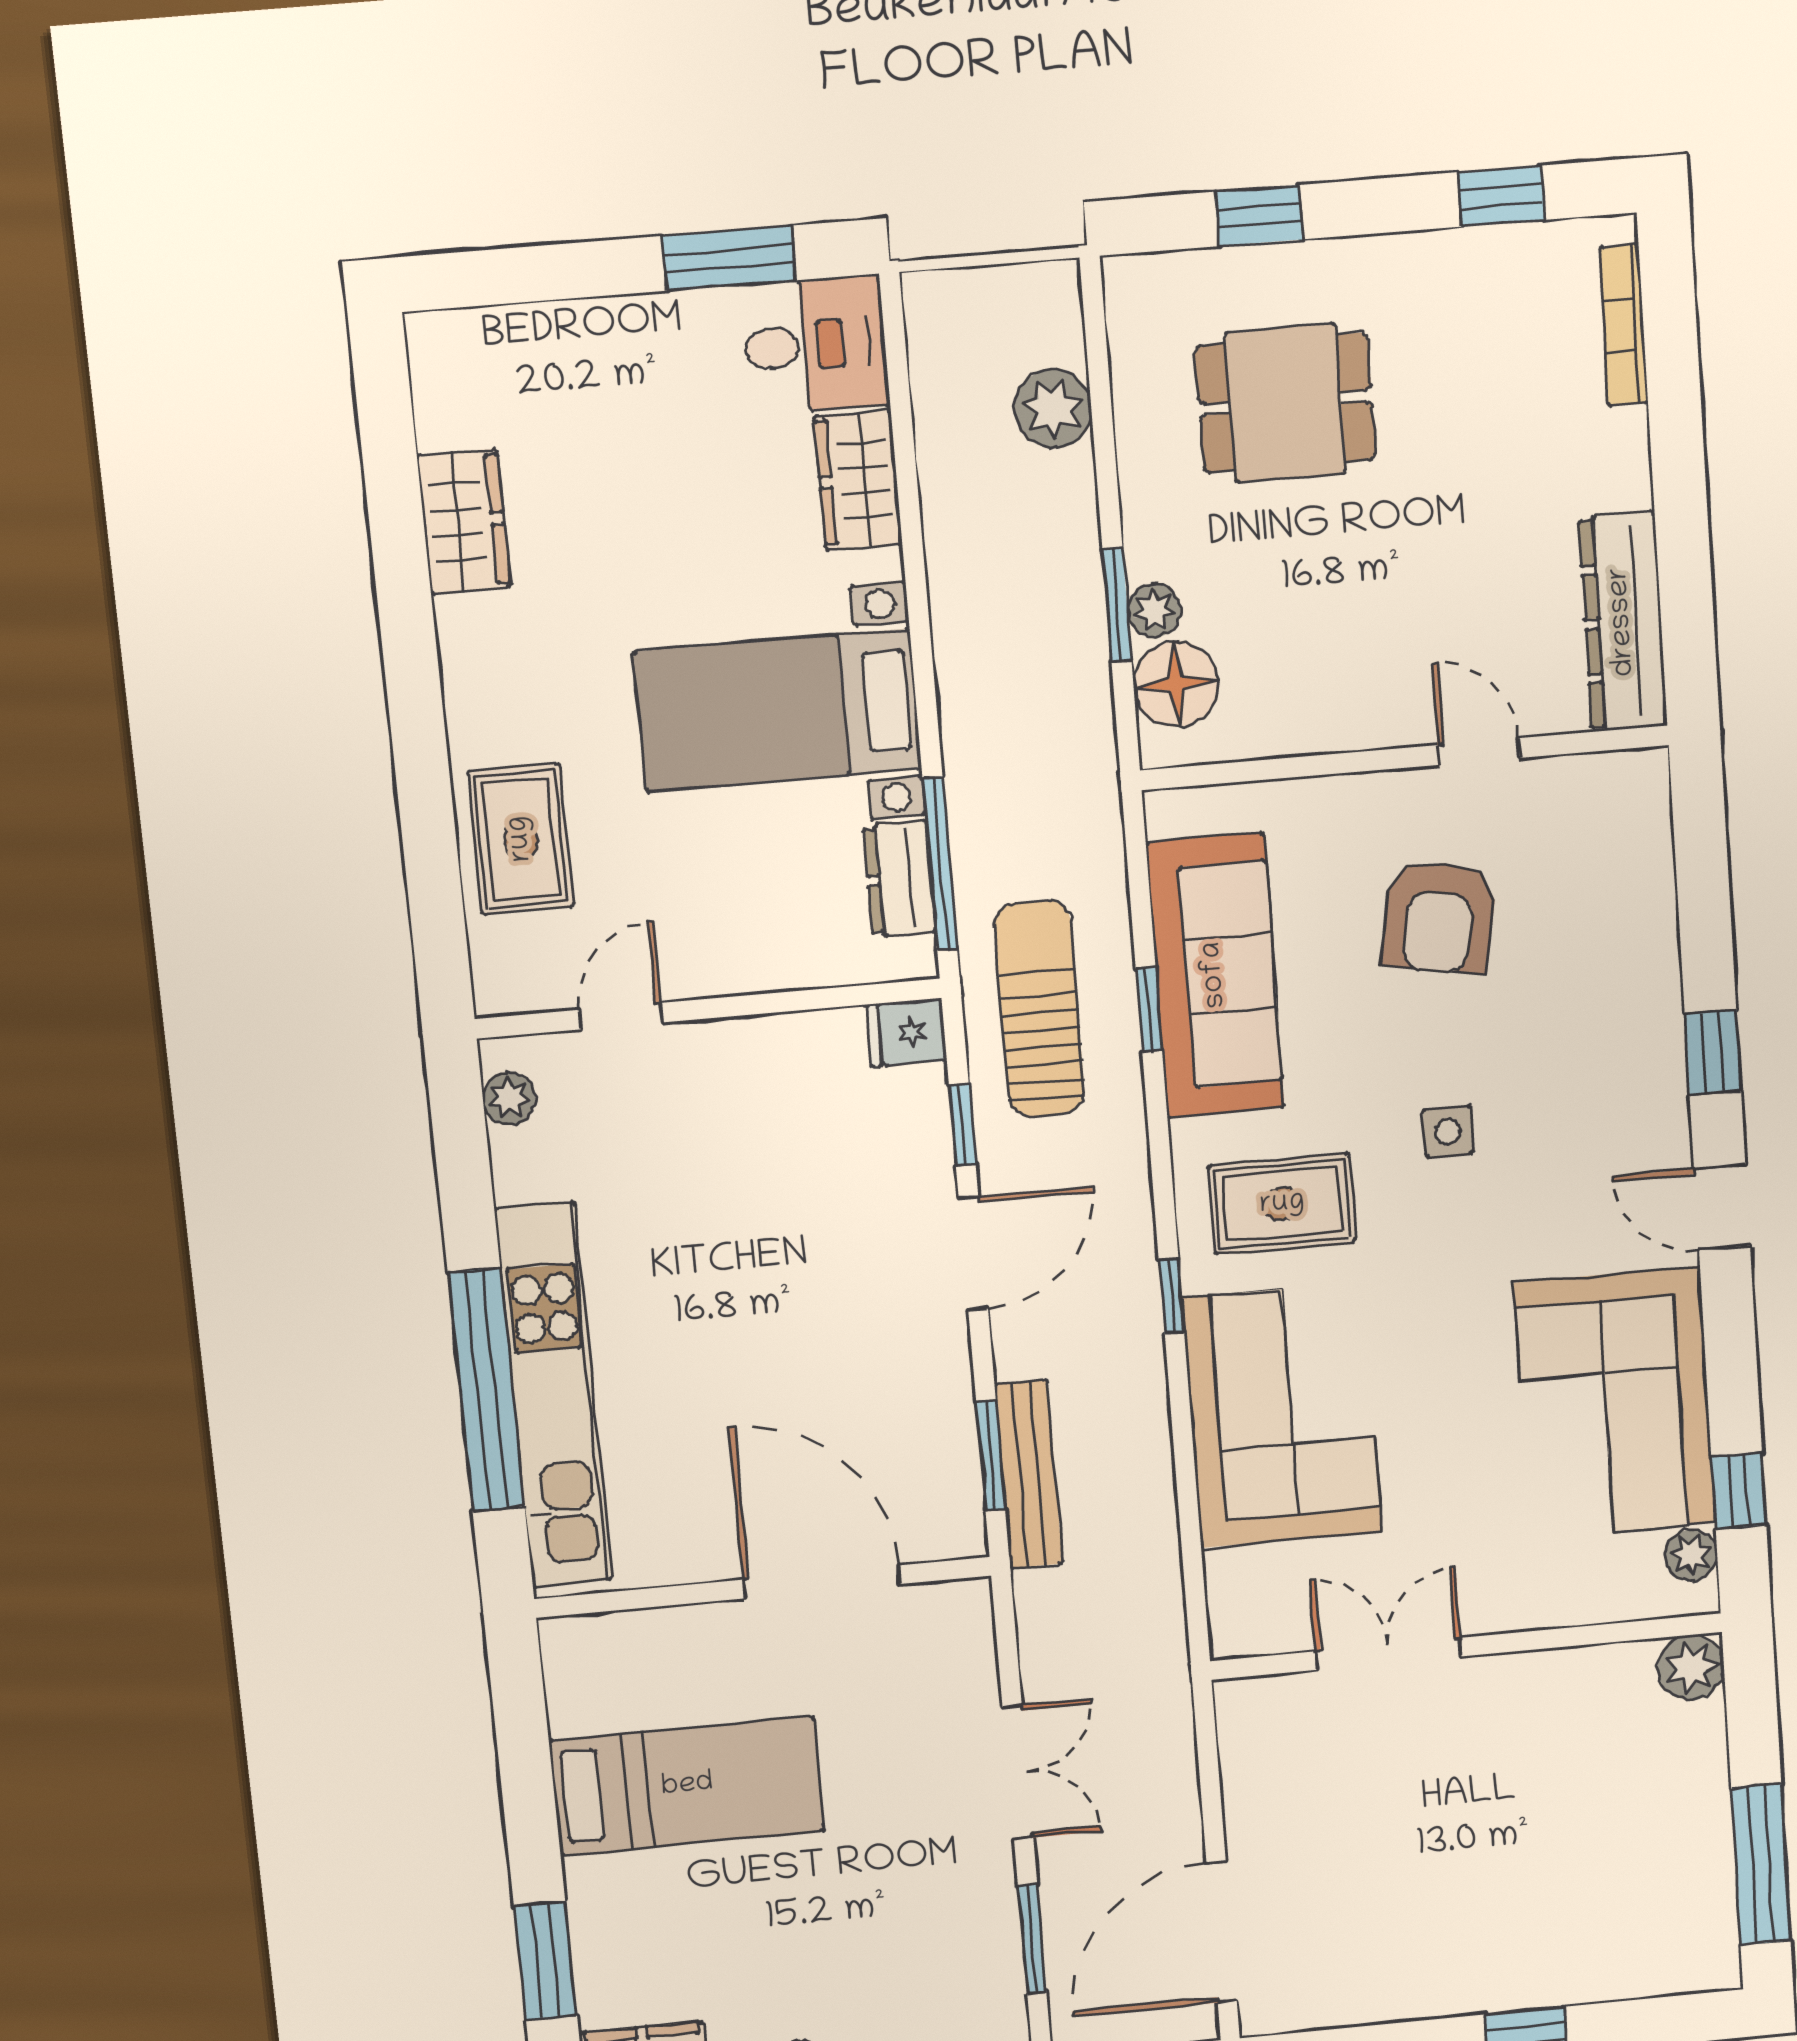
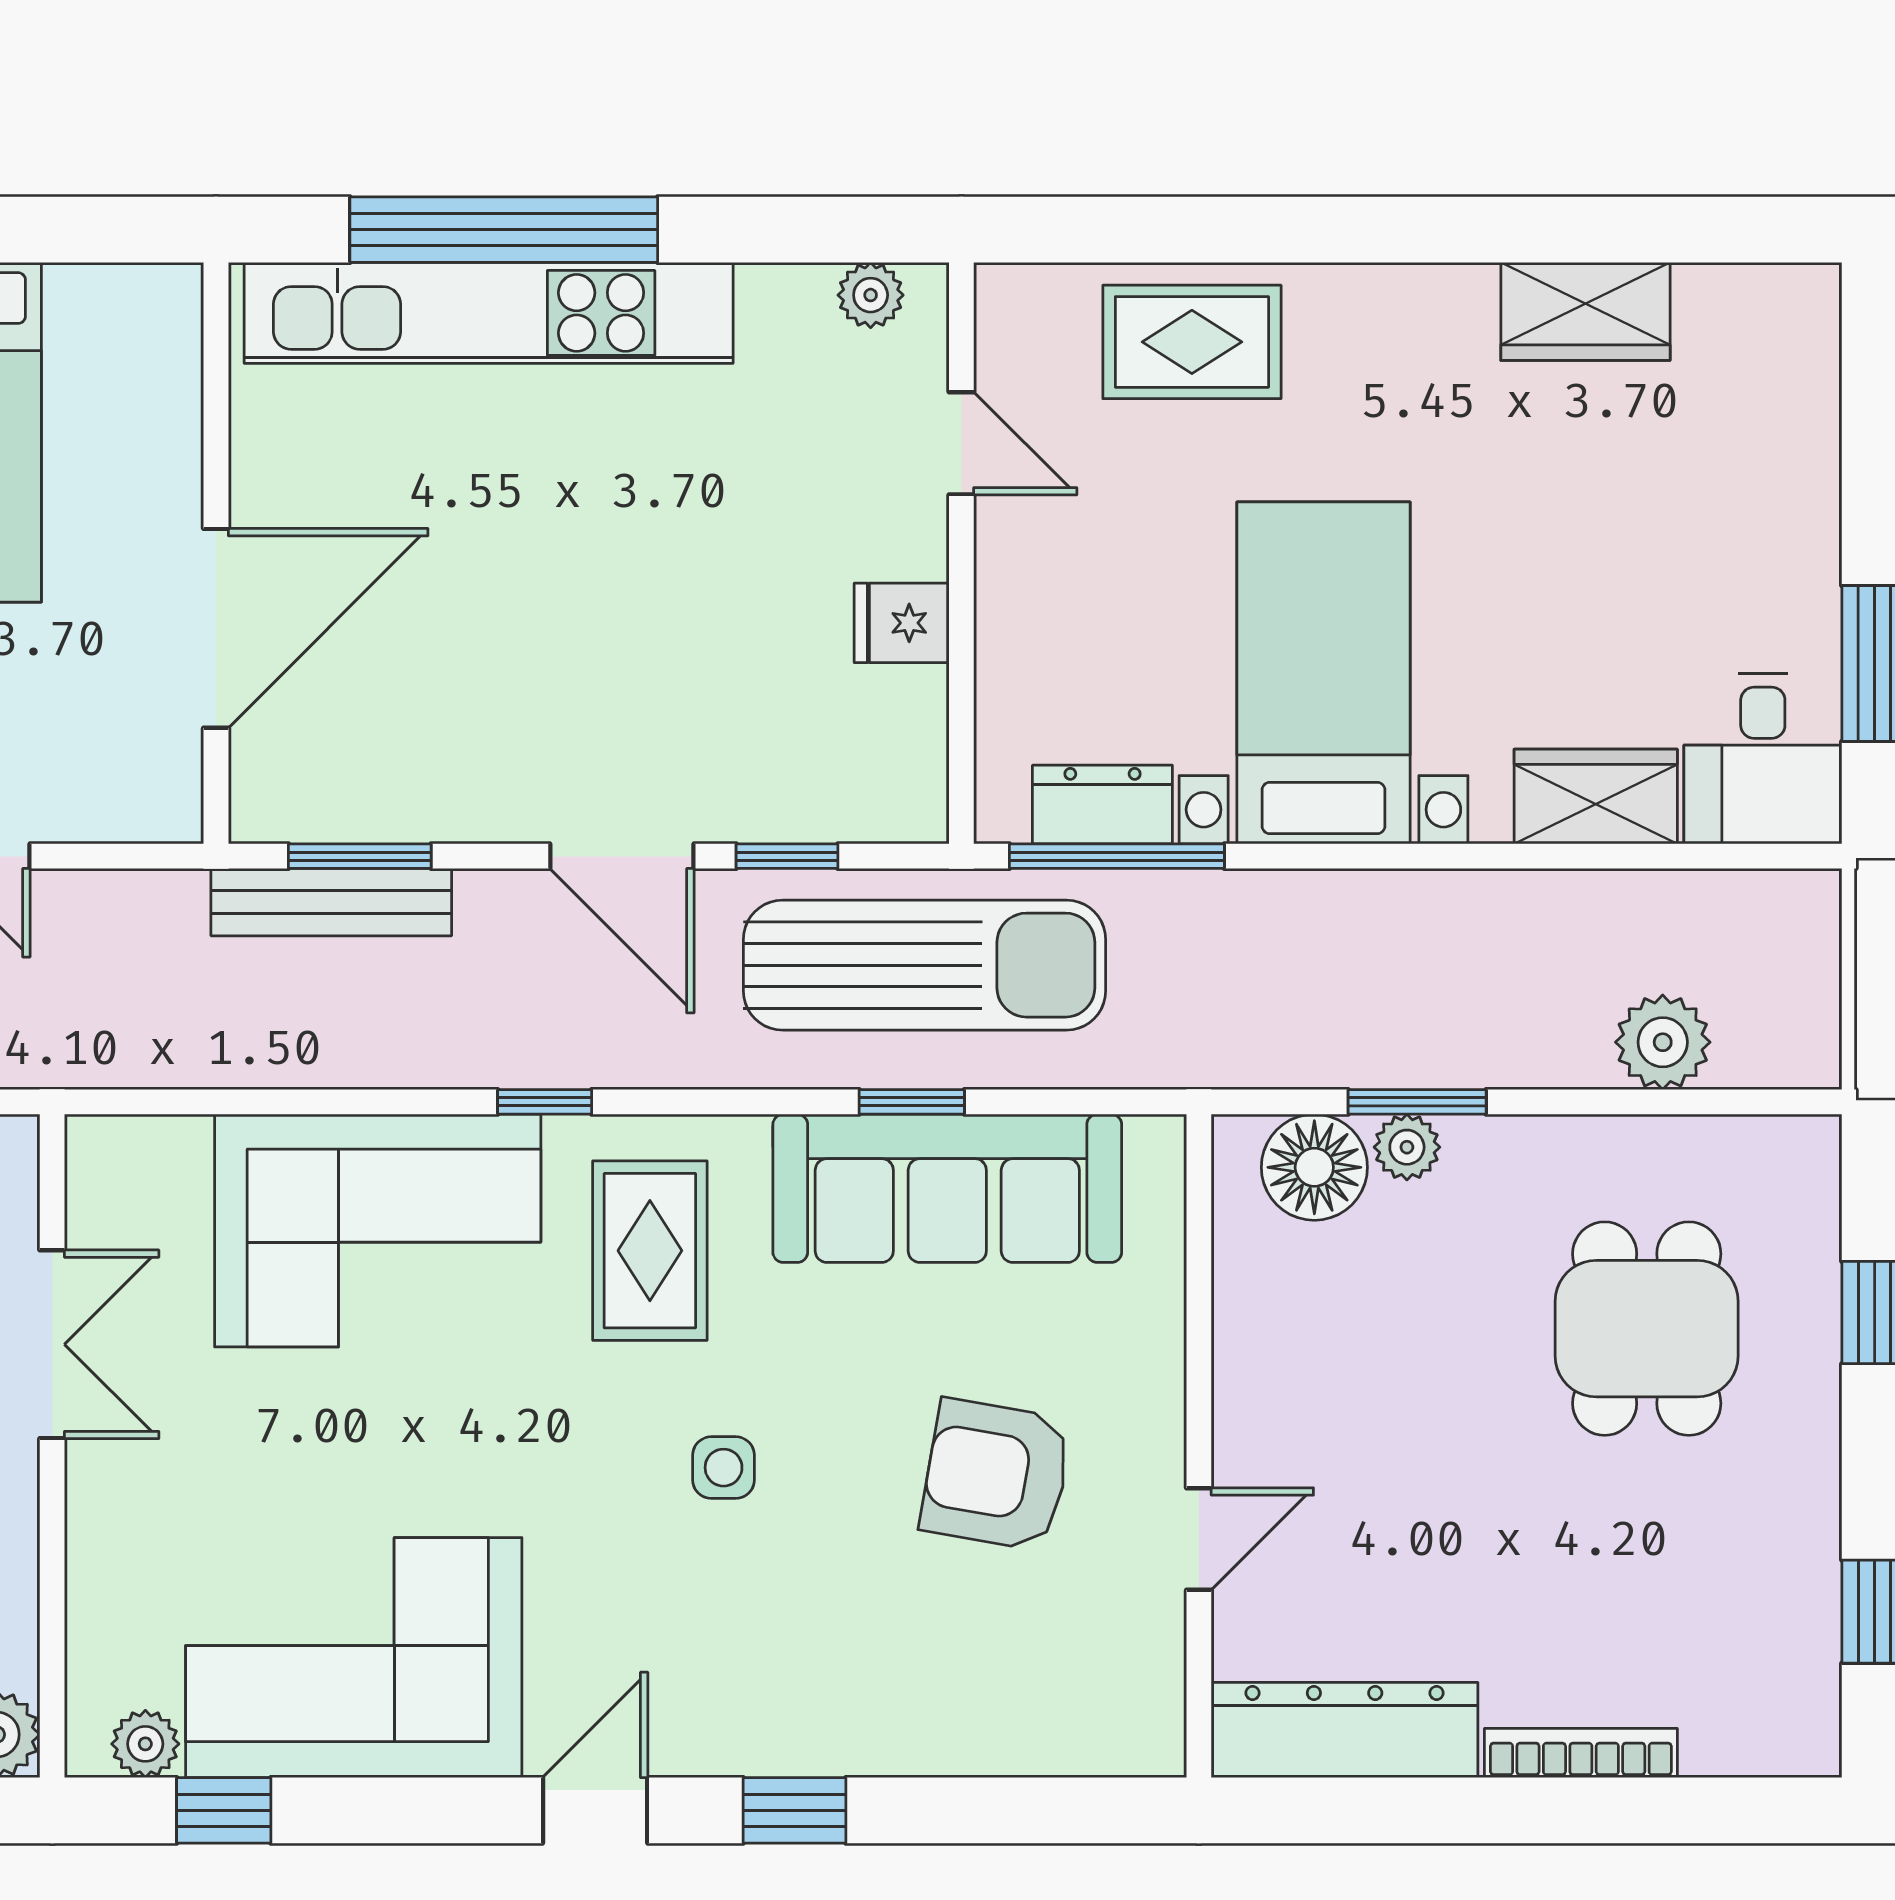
bookcase: (1624, 325) -> (1581, 1753), moved
sun lounger: (1040, 1009) -> (925, 965), width x1.36, depth x1.34
fridge: (906, 1033) -> (902, 623), moved, turned -90

